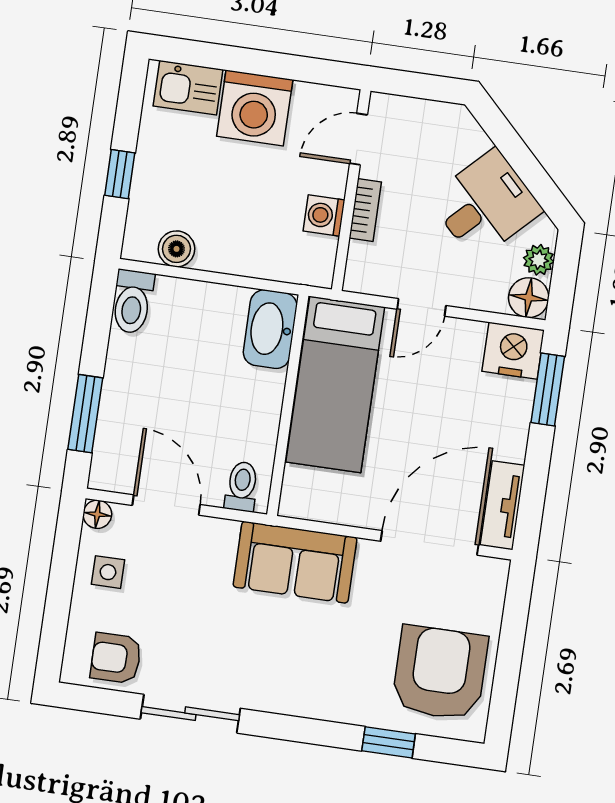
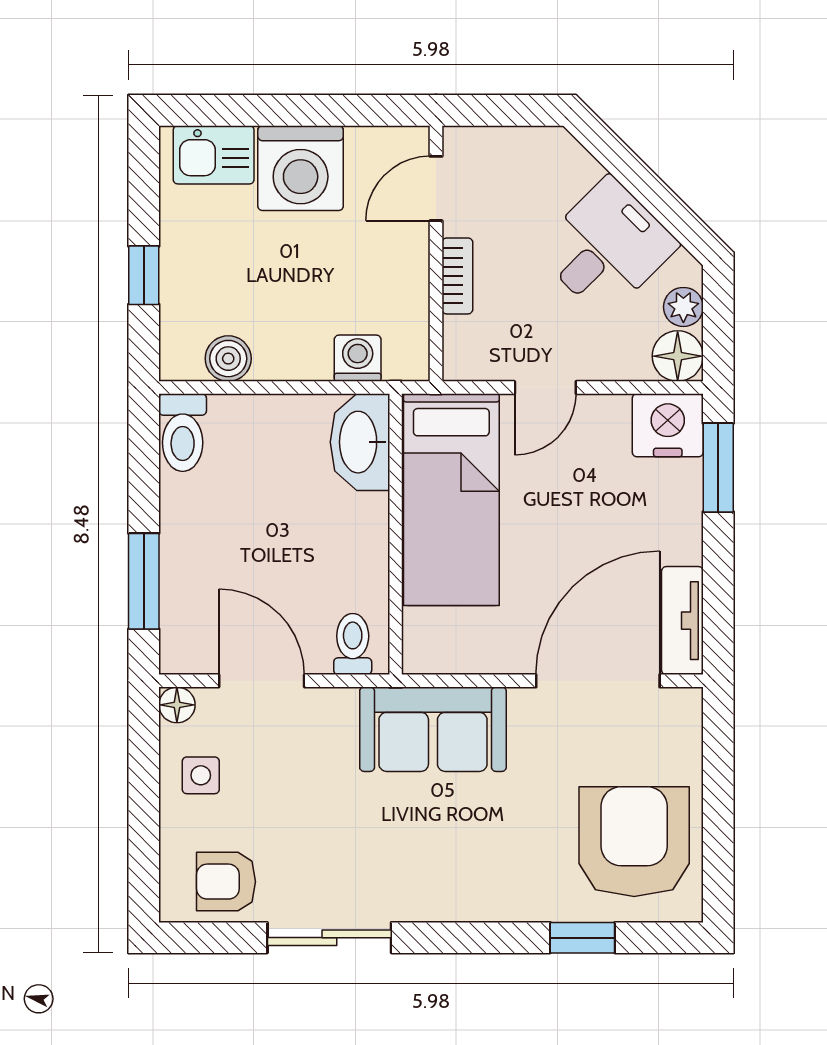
washing machine: (324, 215) -> (358, 358), moved, turned 90

